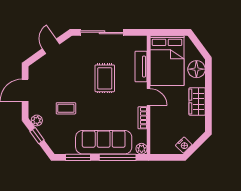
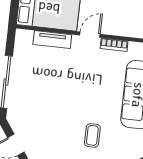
rug: (105, 78) -> (62, 85), removed

